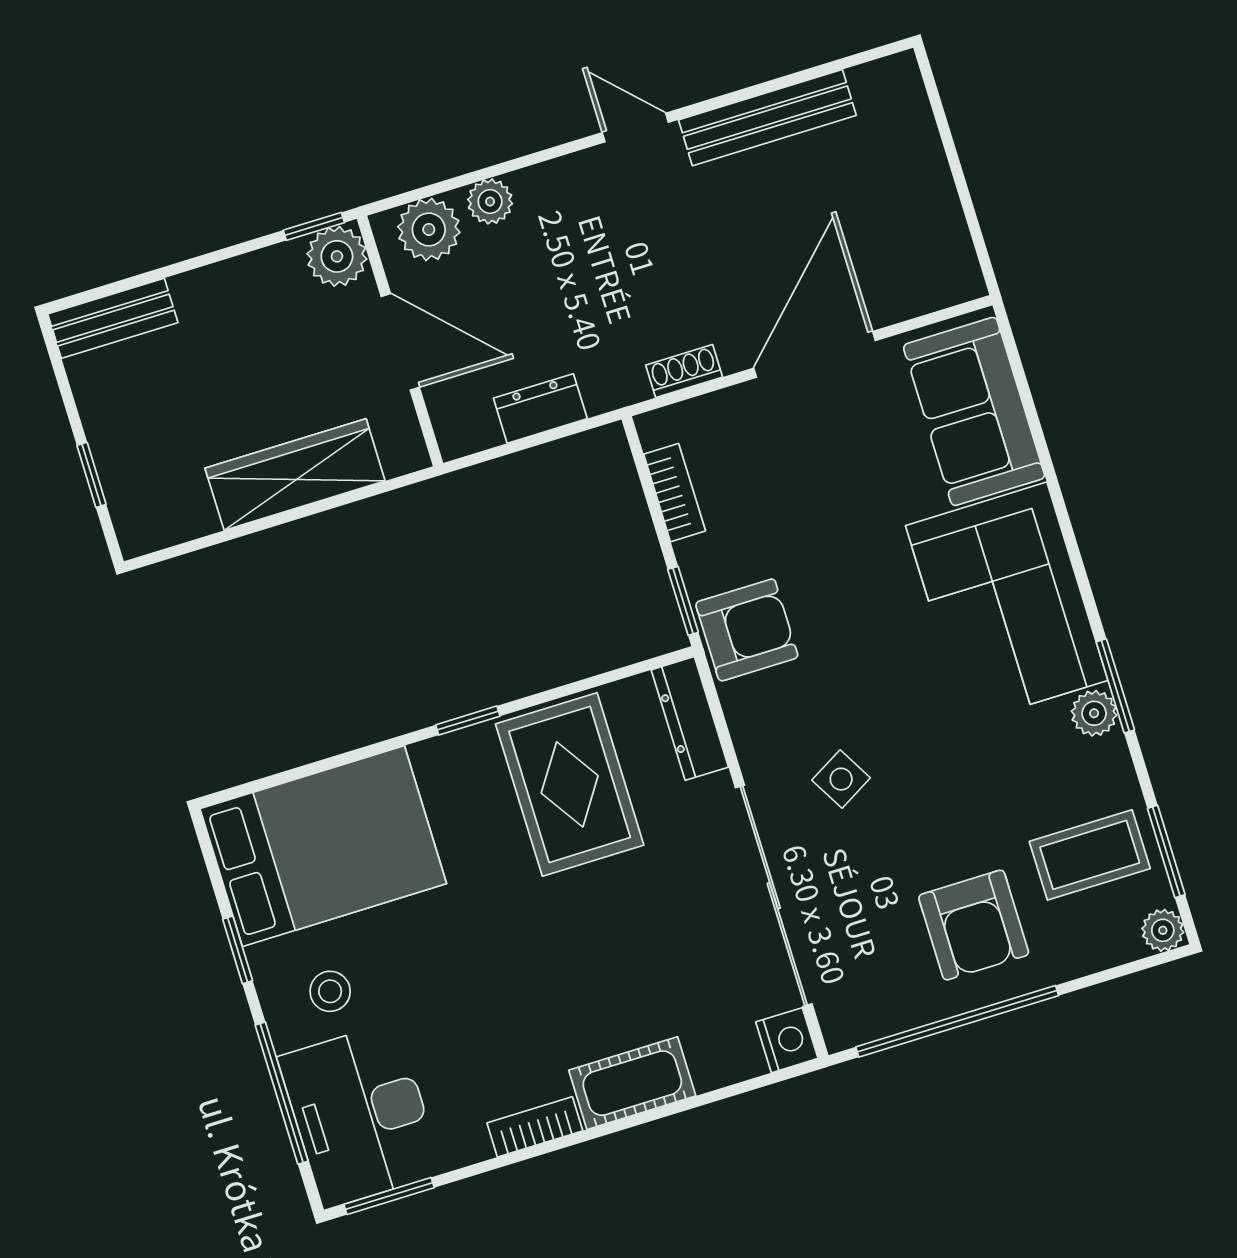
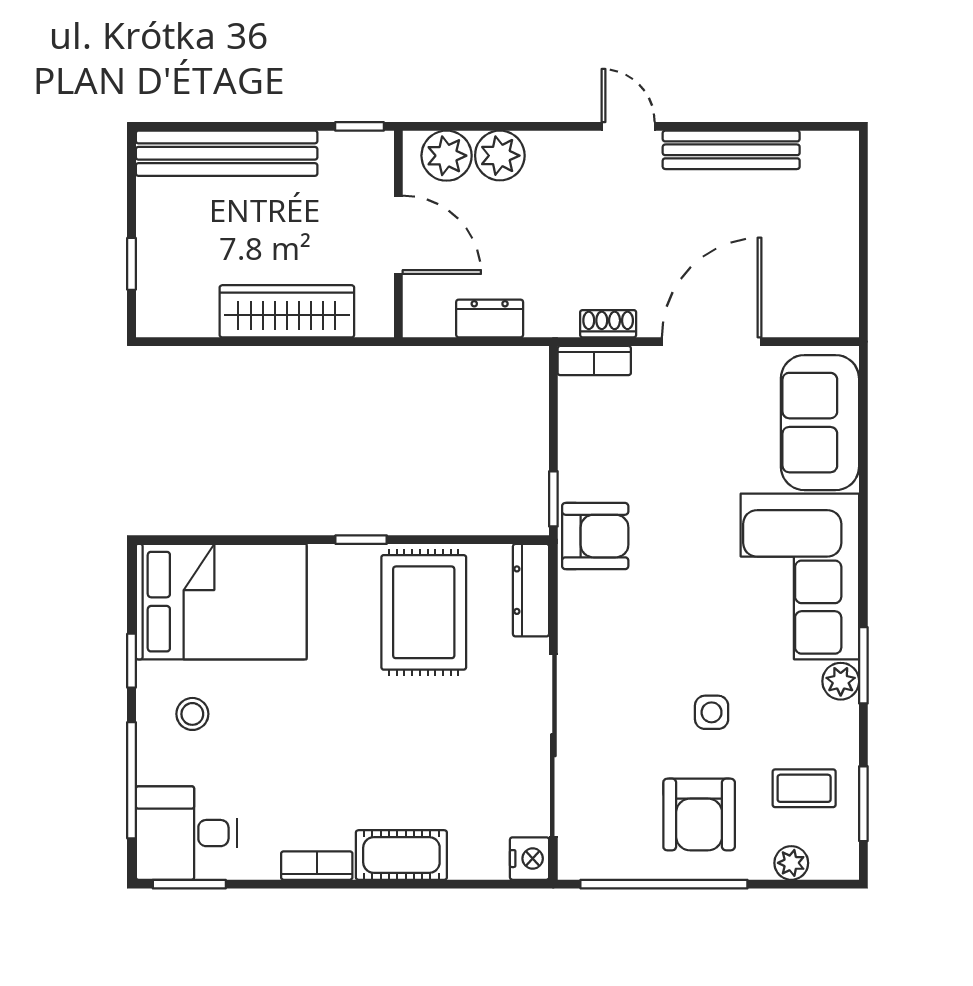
plant: (490, 201) -> (500, 156), width x1.38, depth x1.38
plant: (337, 256) -> (370, 155), removed
bench: (113, 318) -> (227, 153), width x1.86, depth x1.21
bookcase: (675, 493) -> (594, 361), moved, turned 90
side table: (841, 779) -> (712, 712), moved, turned 30
coffee table: (1090, 855) -> (804, 788), width x0.73, depth x0.77
plant: (1163, 930) -> (791, 863), moved
desk: (360, 1115) -> (186, 833), width x0.73

